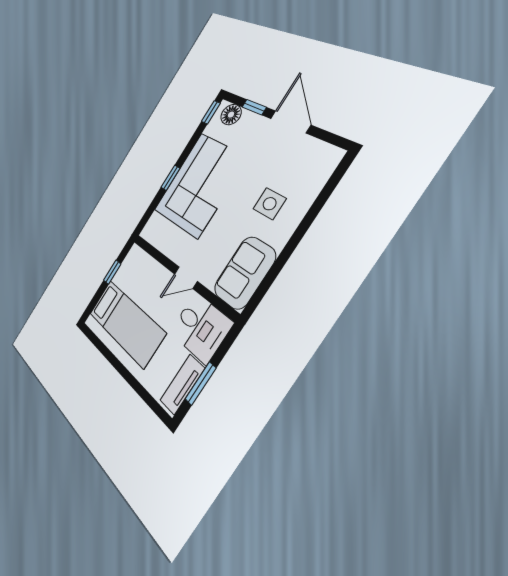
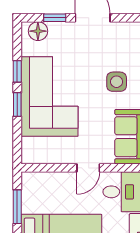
window: (211, 112) -> (17, 71), moved
window: (112, 272) -> (17, 207), width x1.50

